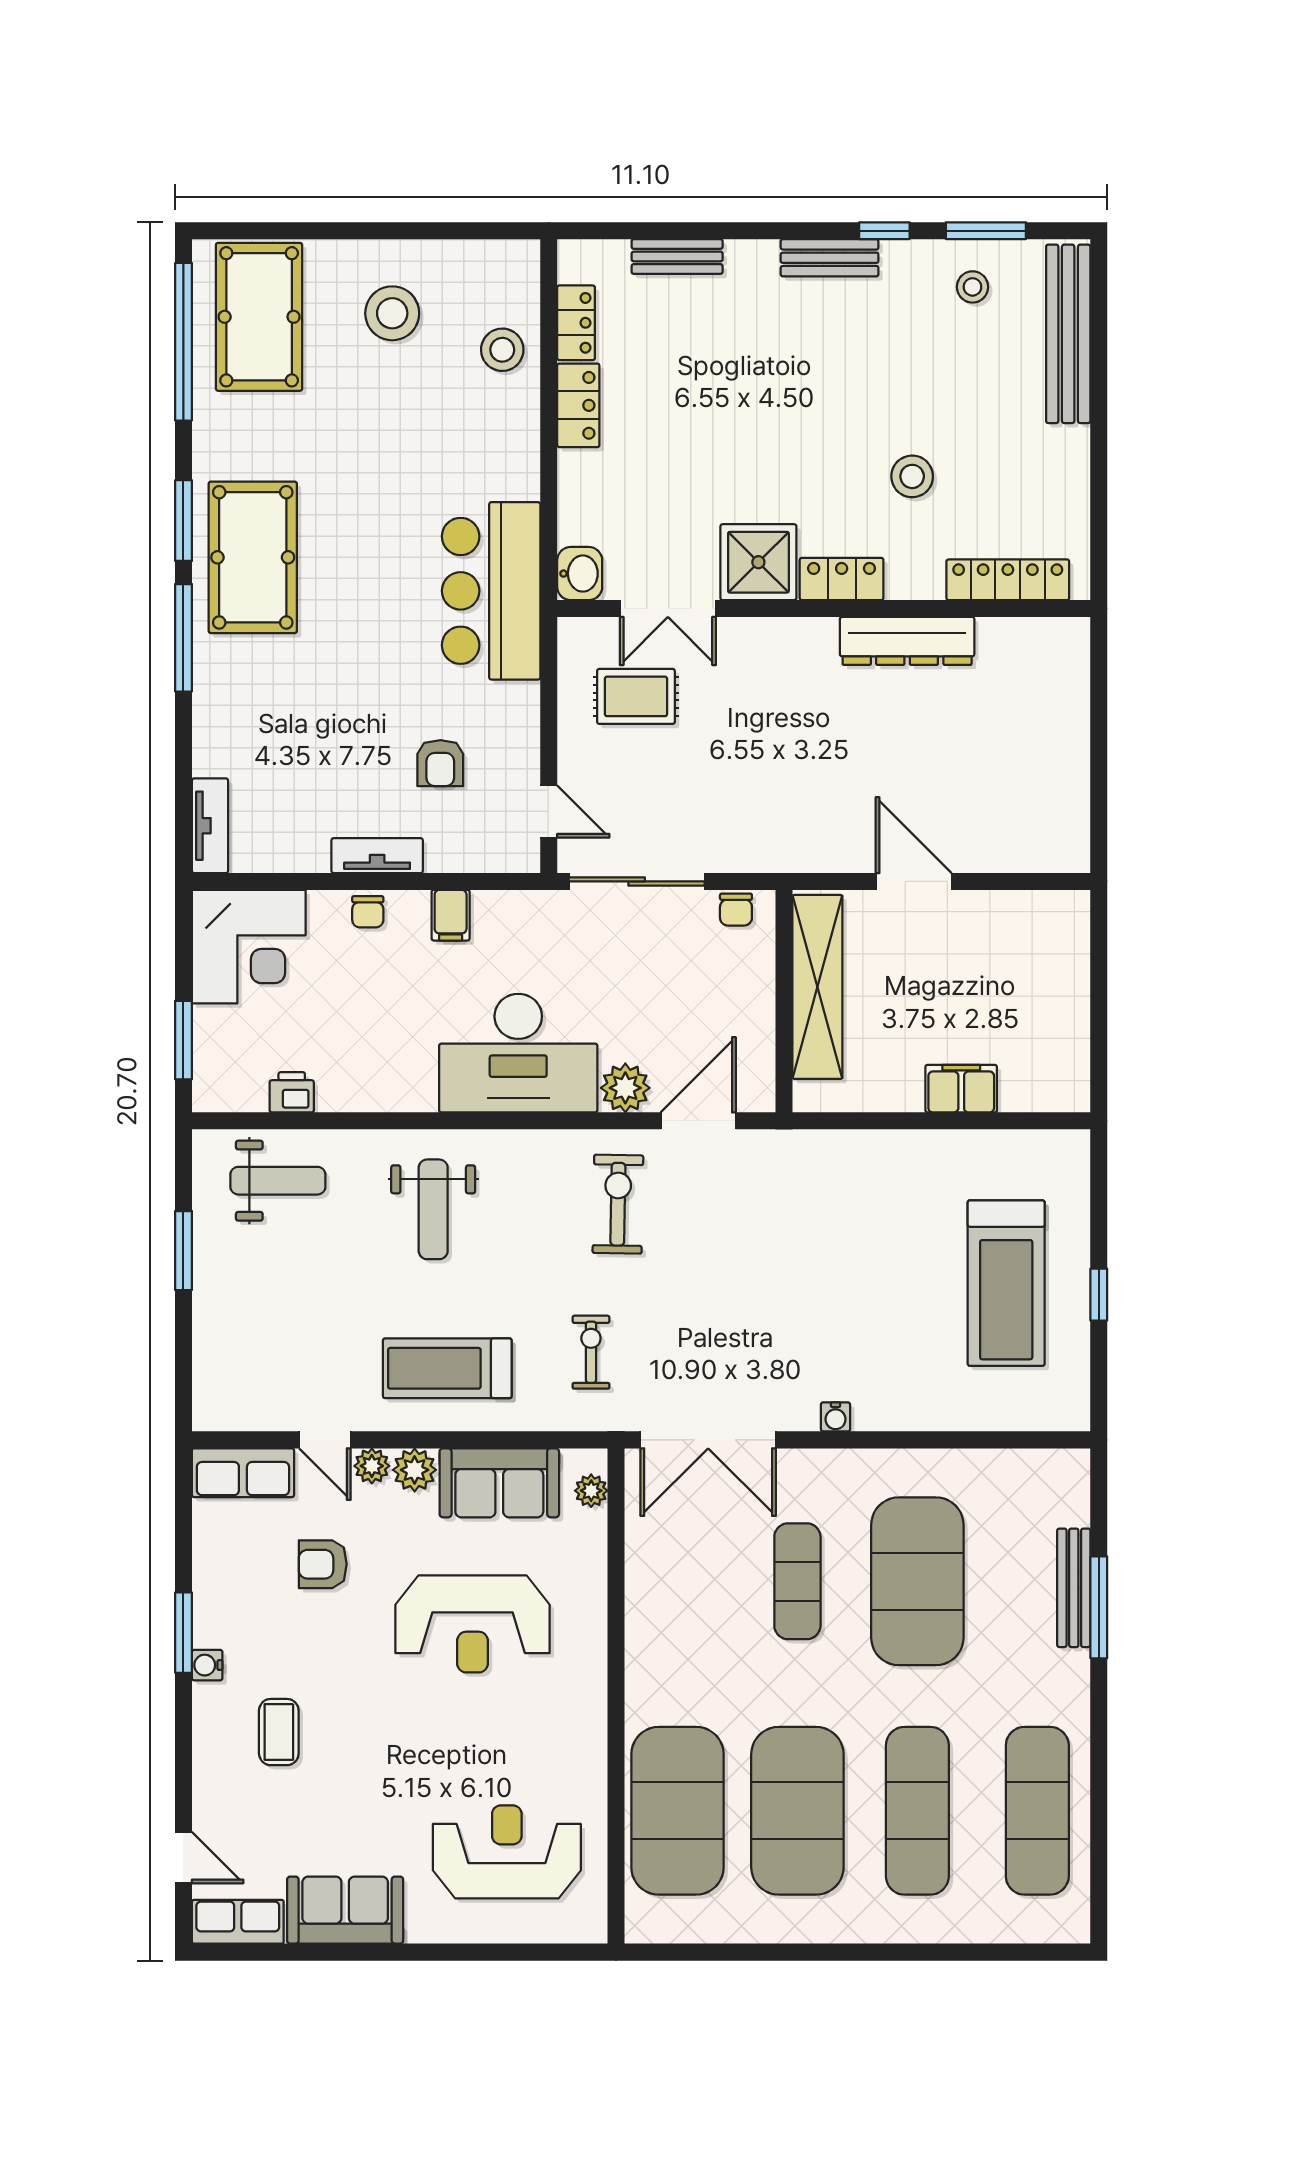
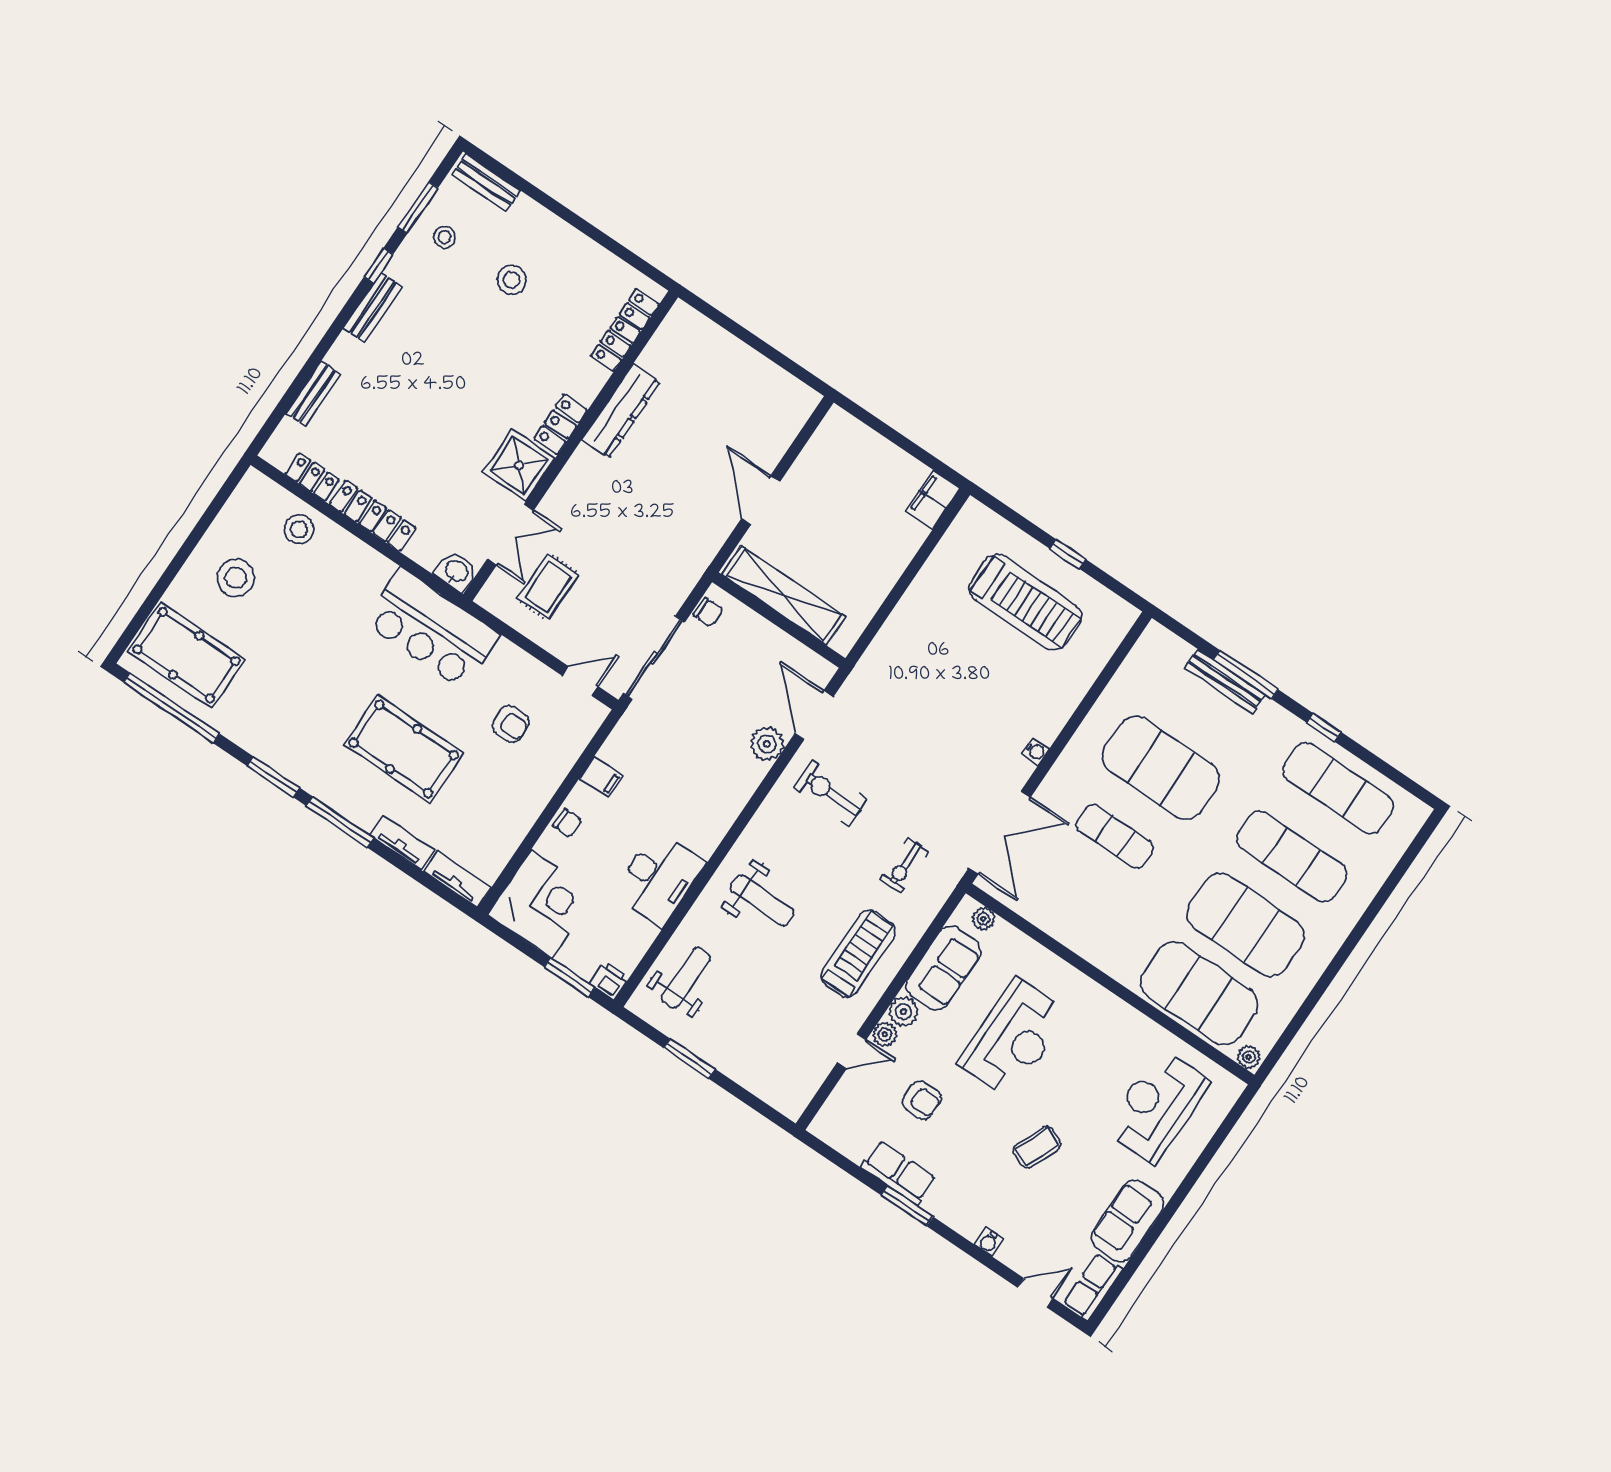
bench: (1068, 334) -> (486, 182), width x0.54, depth x0.82
locker: (578, 405) -> (373, 516), width x1.53
stool: (912, 476) -> (512, 280), moved
pool table: (253, 557) -> (404, 749), moved
tv unit: (377, 856) -> (402, 843), moved, turned 90
door: (914, 881) -> (761, 500), hinge flipped
desk: (518, 1053) -> (659, 878), moved, width x0.73, depth x0.77
filing cabinet: (961, 1089) -> (933, 500), moved
printer: (292, 1092) -> (609, 980), moved, turned 90
exercise bike: (591, 1352) -> (904, 866), turned -90
treadmill: (447, 1368) -> (858, 954), turned 180
row of seats: (243, 1473) -> (899, 1173), moved, turned -90
armchair: (323, 1564) -> (922, 1100), turned -90
water cooler: (207, 1665) -> (989, 1242), moved
coffee table: (279, 1732) -> (1037, 1147), moved, turned -67
window: (1099, 1744) -> (1324, 727), added
plant: (641, 1922) -> (1249, 1057), added

